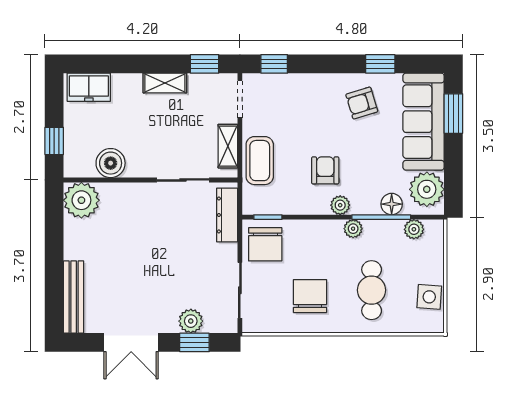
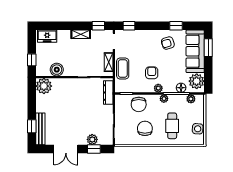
chair: (265, 244) -> (139, 104), moved
window: (54, 291) -> (32, 126), added

